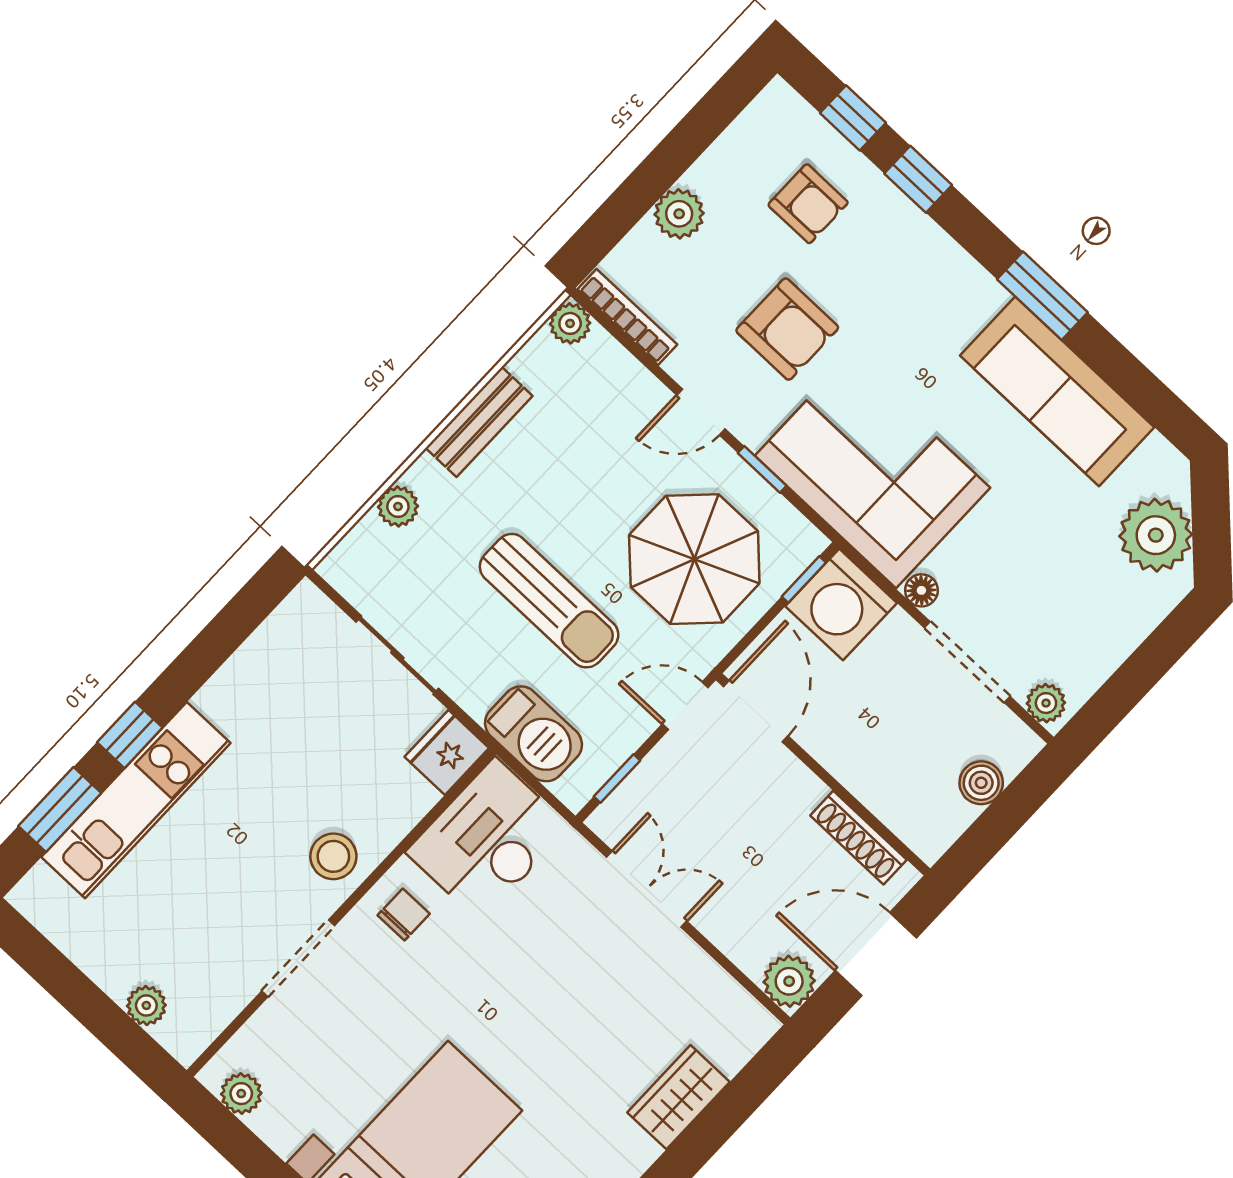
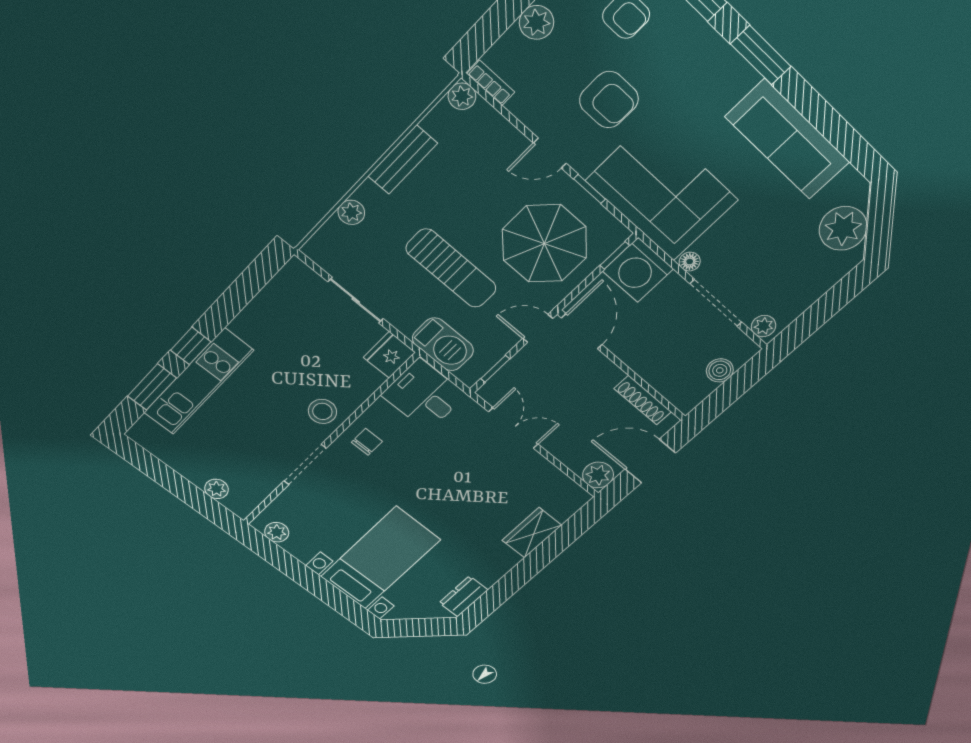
window: (1042, 296) -> (761, 55), moved
bookcase: (627, 317) -> (491, 83), width x0.64
desk: (488, 840) -> (424, 395), width x0.73

